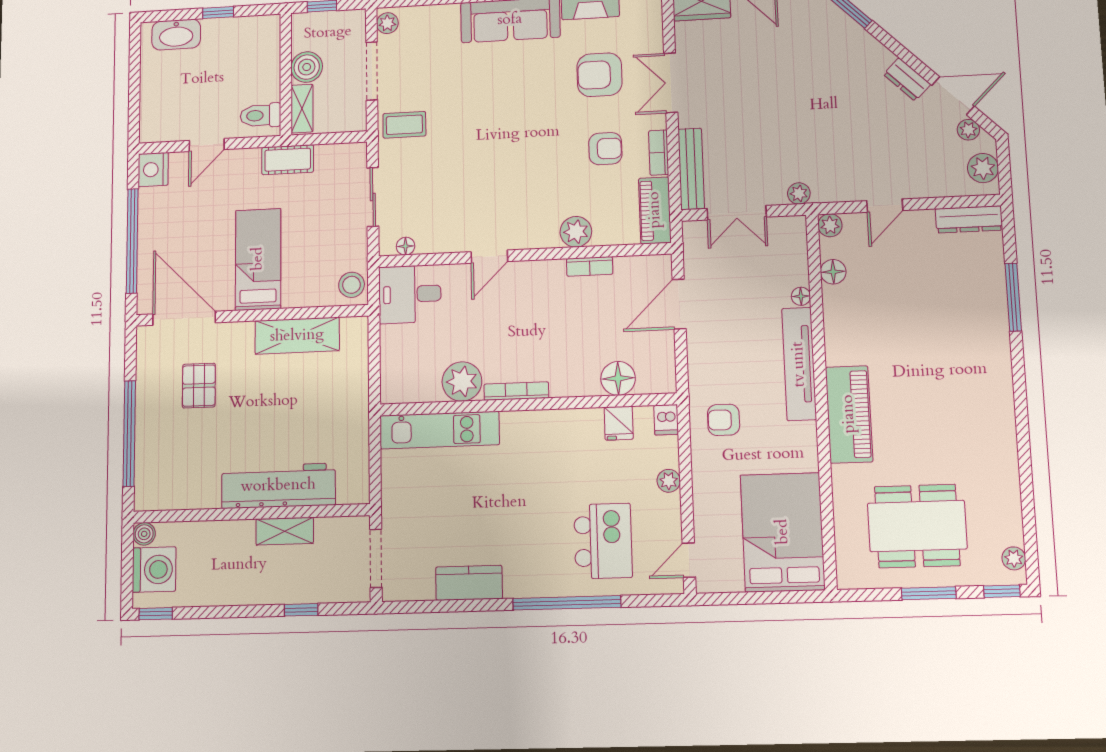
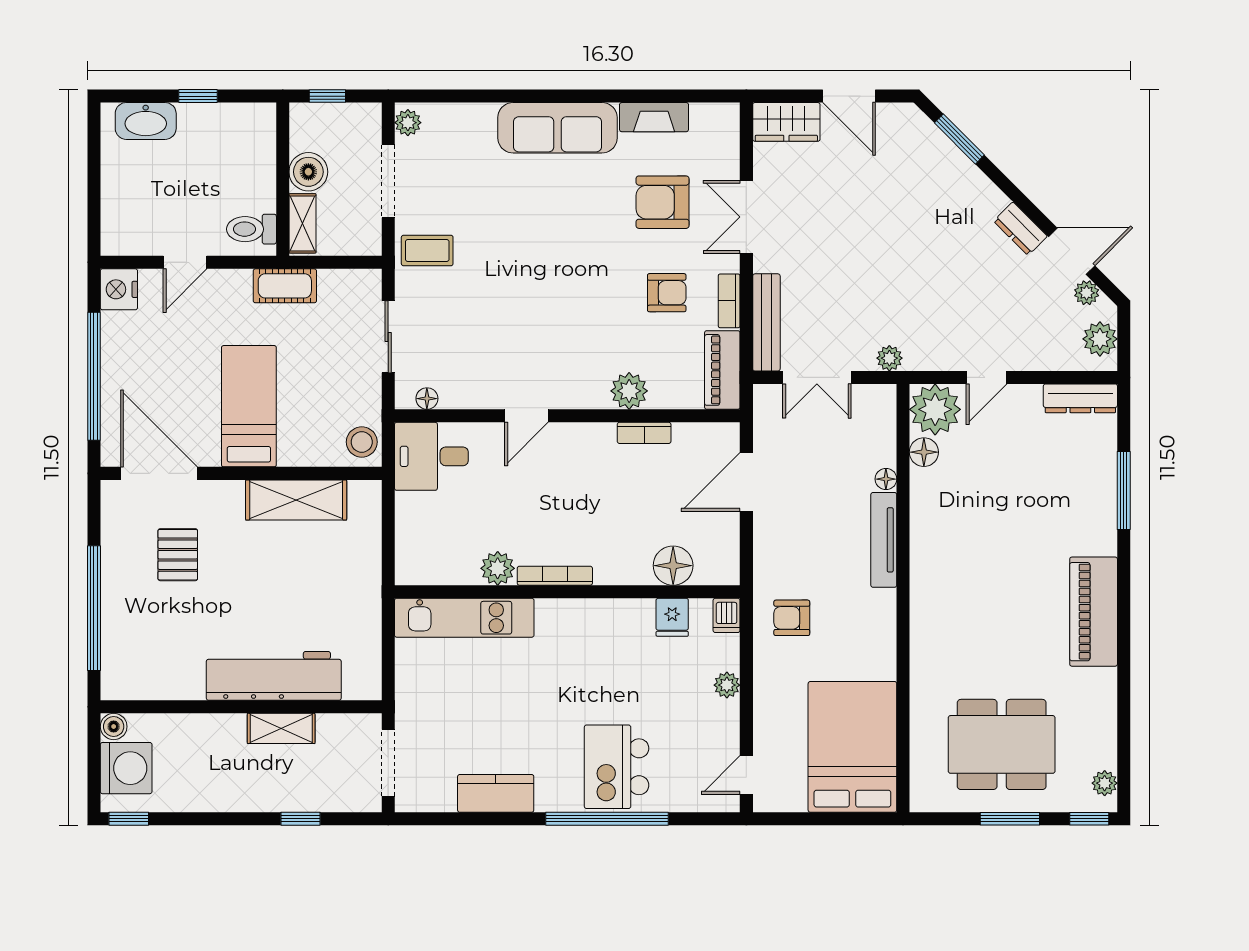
plant: (830, 225) -> (935, 409), width x1.88, depth x1.88
tv unit: (799, 364) -> (884, 540), width x0.73, depth x0.78
plant: (462, 382) -> (498, 568), width x0.73, depth x0.73
piano: (849, 414) -> (1094, 612), moved, turned 180
kitchen island: (603, 541) -> (617, 767), moved, turned 180

